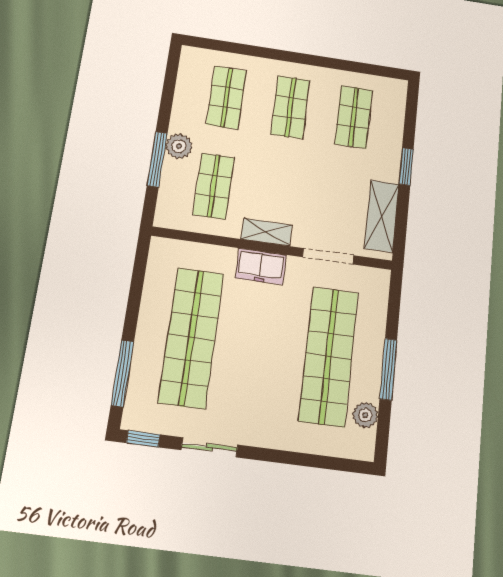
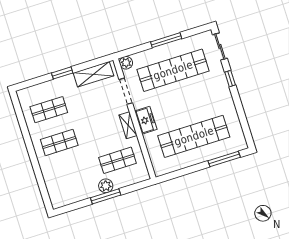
shop shelf: (226, 97) -> (70, 175), removed
window: (157, 159) -> (106, 196), moved
plant: (365, 415) -> (126, 63), moved
window: (143, 439) -> (230, 79), moved
sliding door: (209, 447) -> (220, 46), moved

